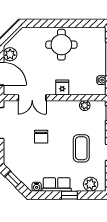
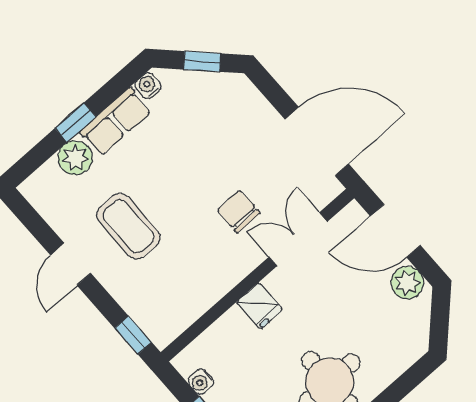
plant: (85, 105) -> (191, 309), removed
chair: (41, 137) -> (239, 211), moved
plant: (91, 184) -> (75, 158), moved

